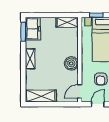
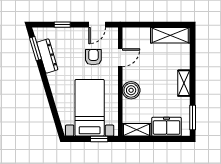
freezer: (33, 29) -> (167, 127), moved, turned 90
boiler: (71, 63) -> (131, 90), moved
door: (80, 91) -> (120, 58), moved

